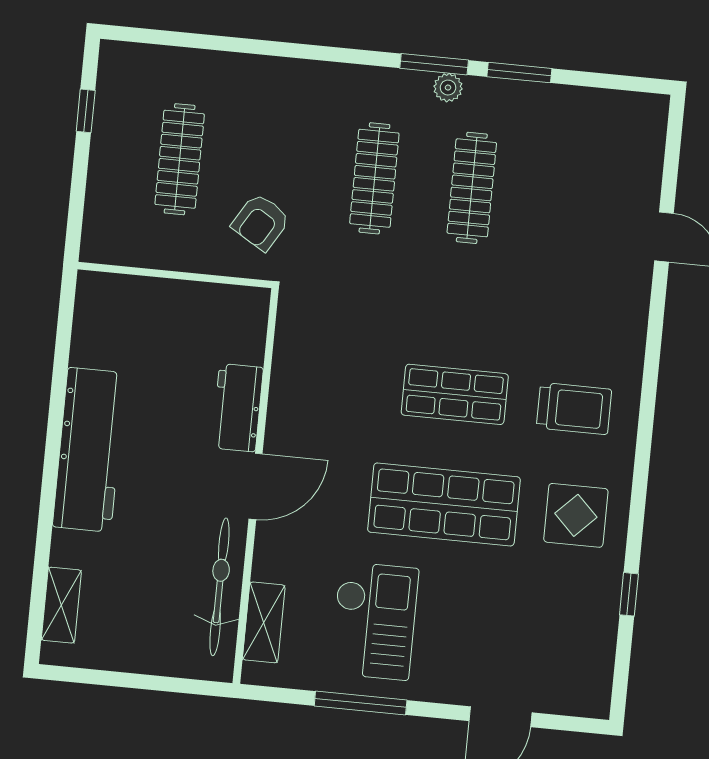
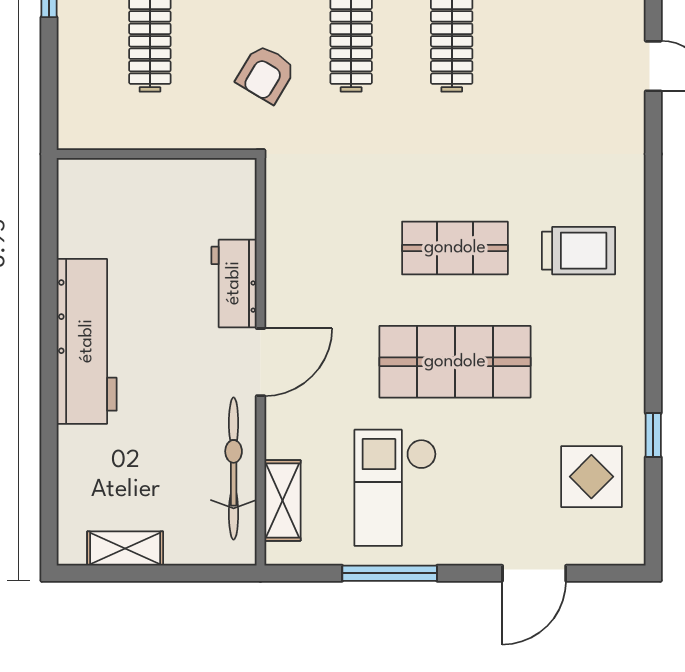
armchair: (261, 222) -> (266, 74), moved
display table: (576, 515) -> (591, 477), moved
shelving: (61, 605) -> (125, 549), moved, turned 90
checkout: (374, 621) -> (395, 488), turned 180

